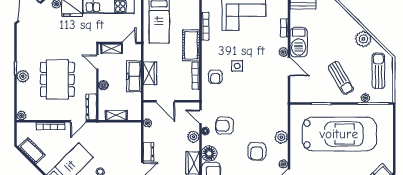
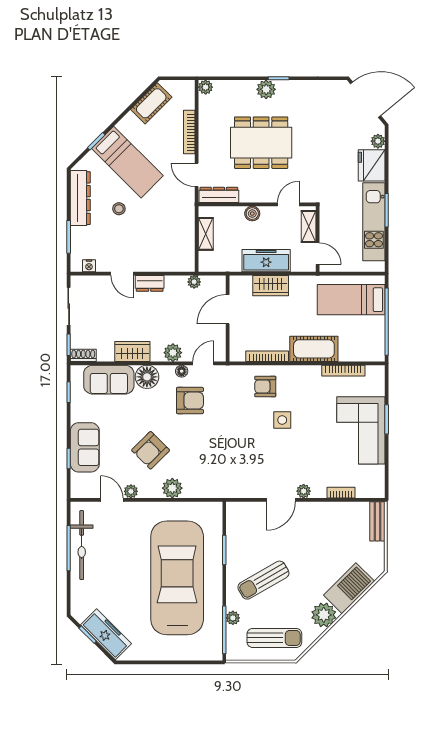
barbecue: (299, 42) -> (349, 588), moved, turned 135
armchair: (225, 126) -> (190, 401), turned 90
car: (339, 134) -> (177, 578), turned 180
armchair: (257, 151) -> (151, 450), turned -47

